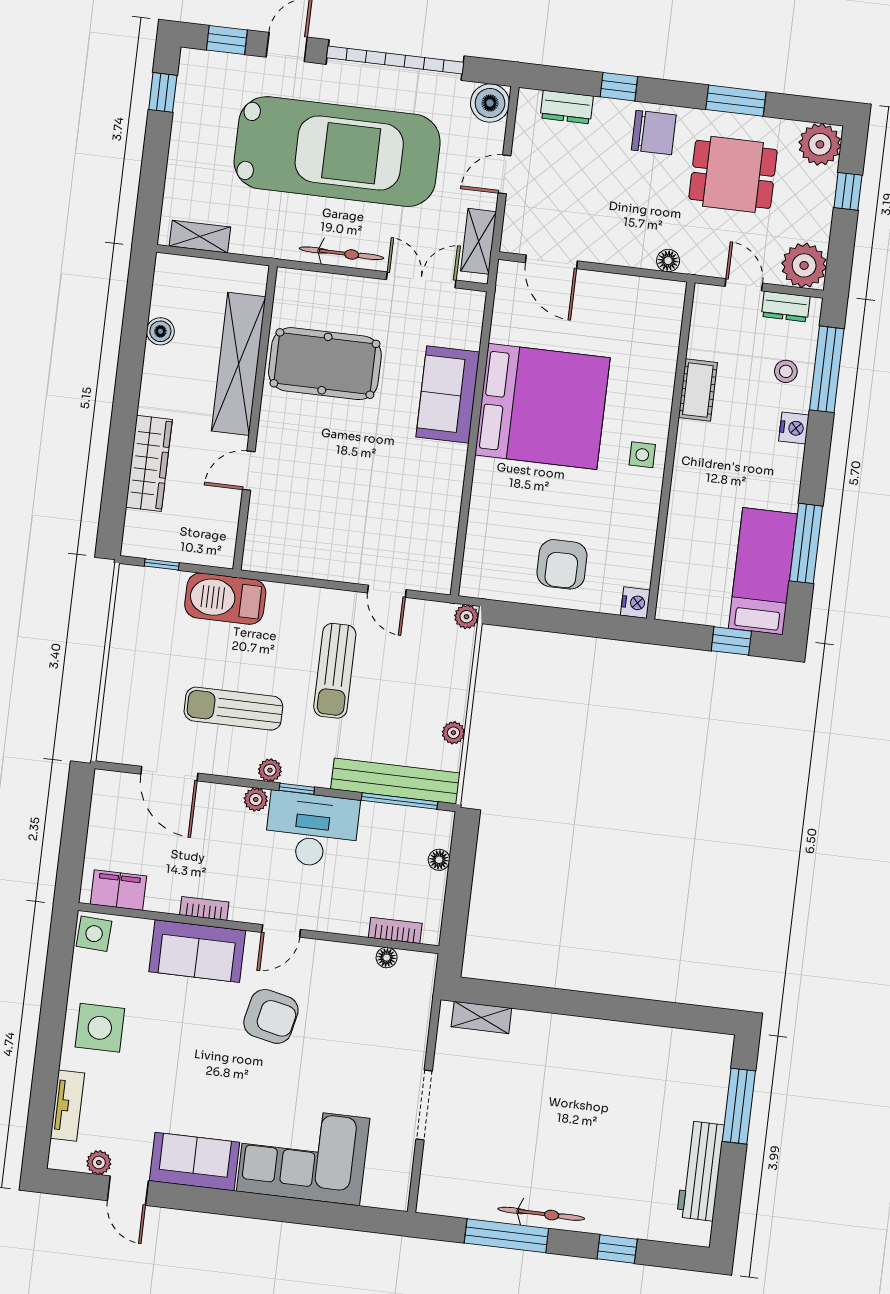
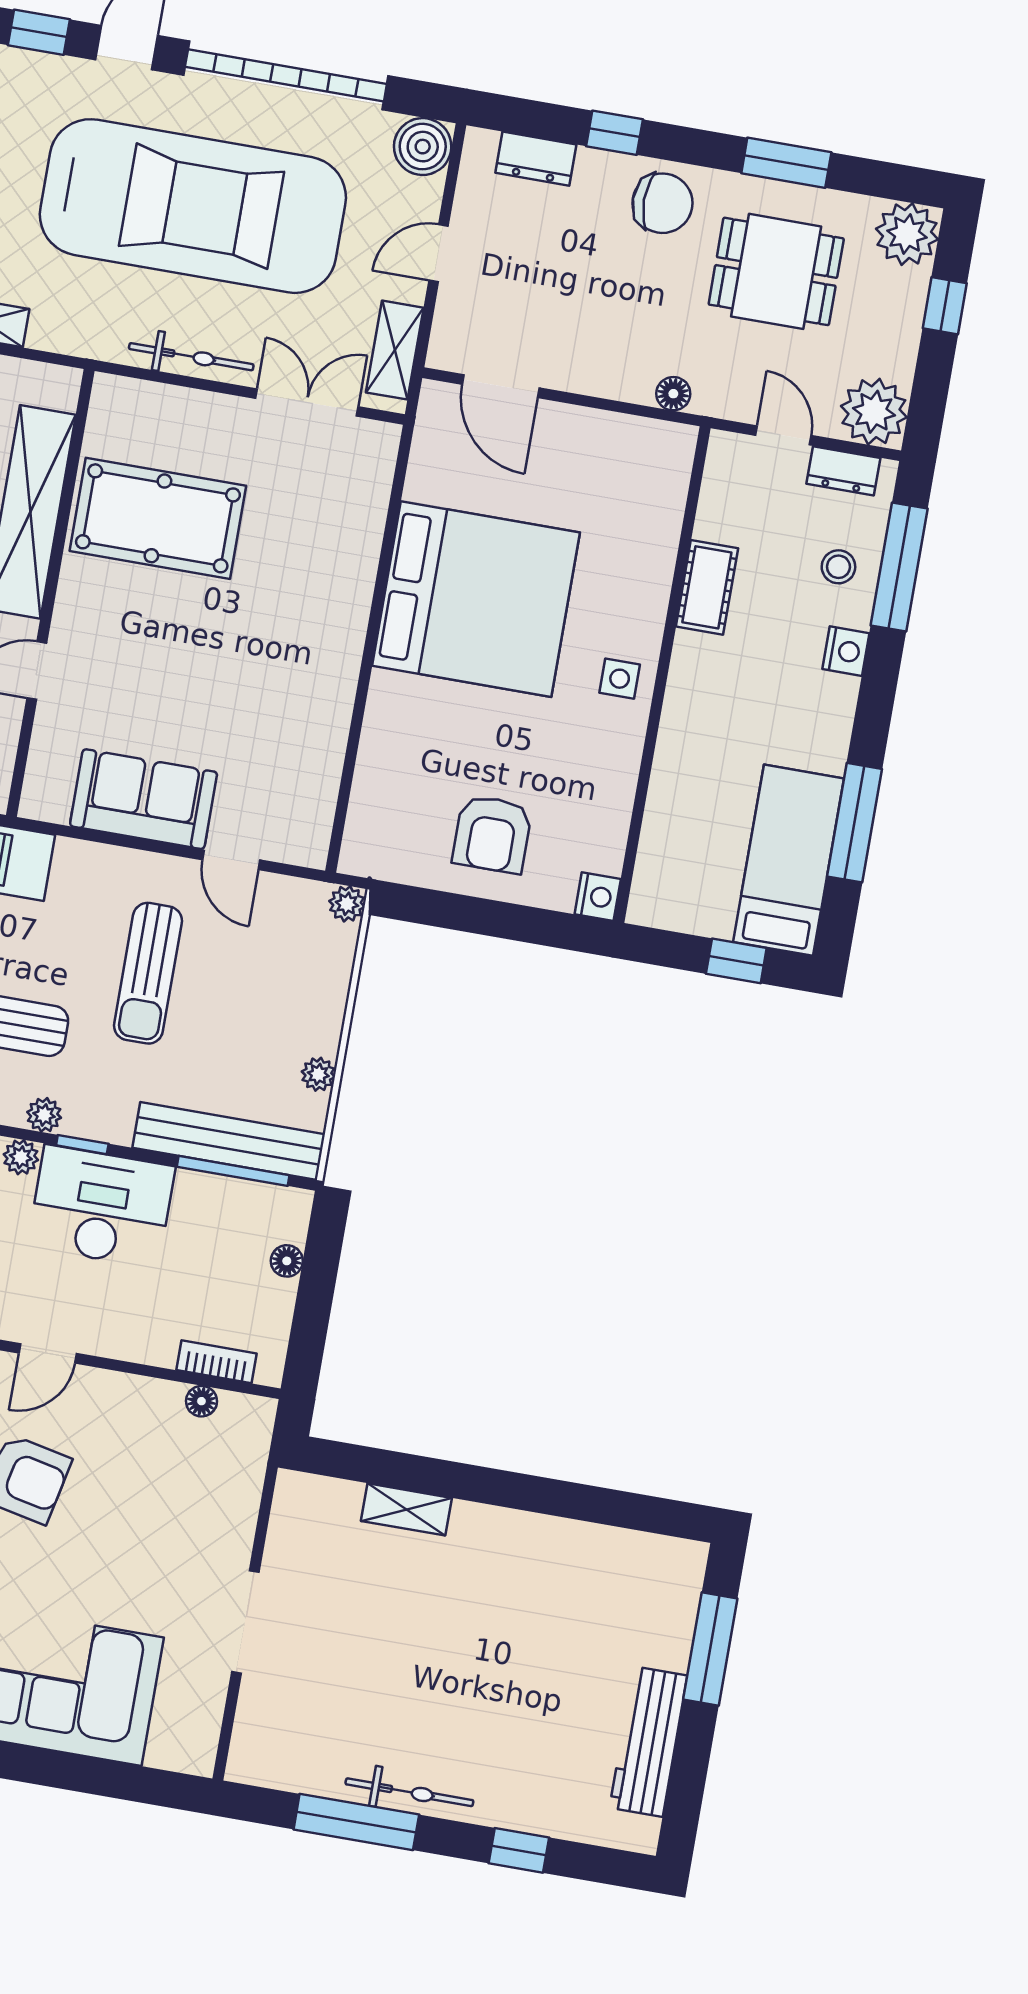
sofa: (448, 394) -> (144, 799), moved, turned 90
shelving: (481, 1017) -> (406, 1509), moved

